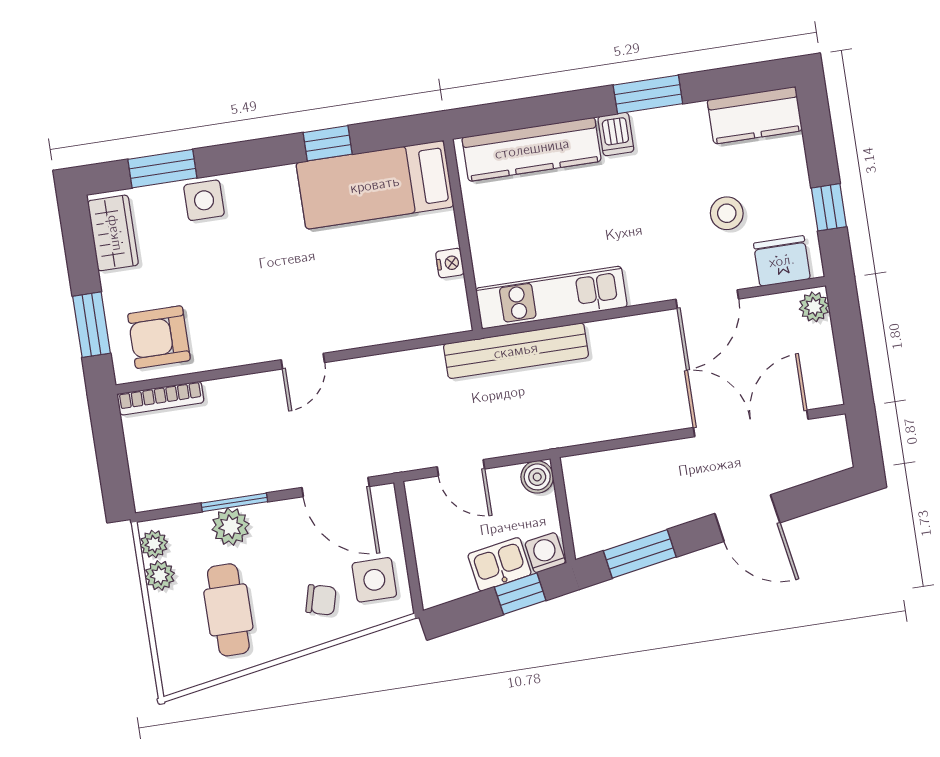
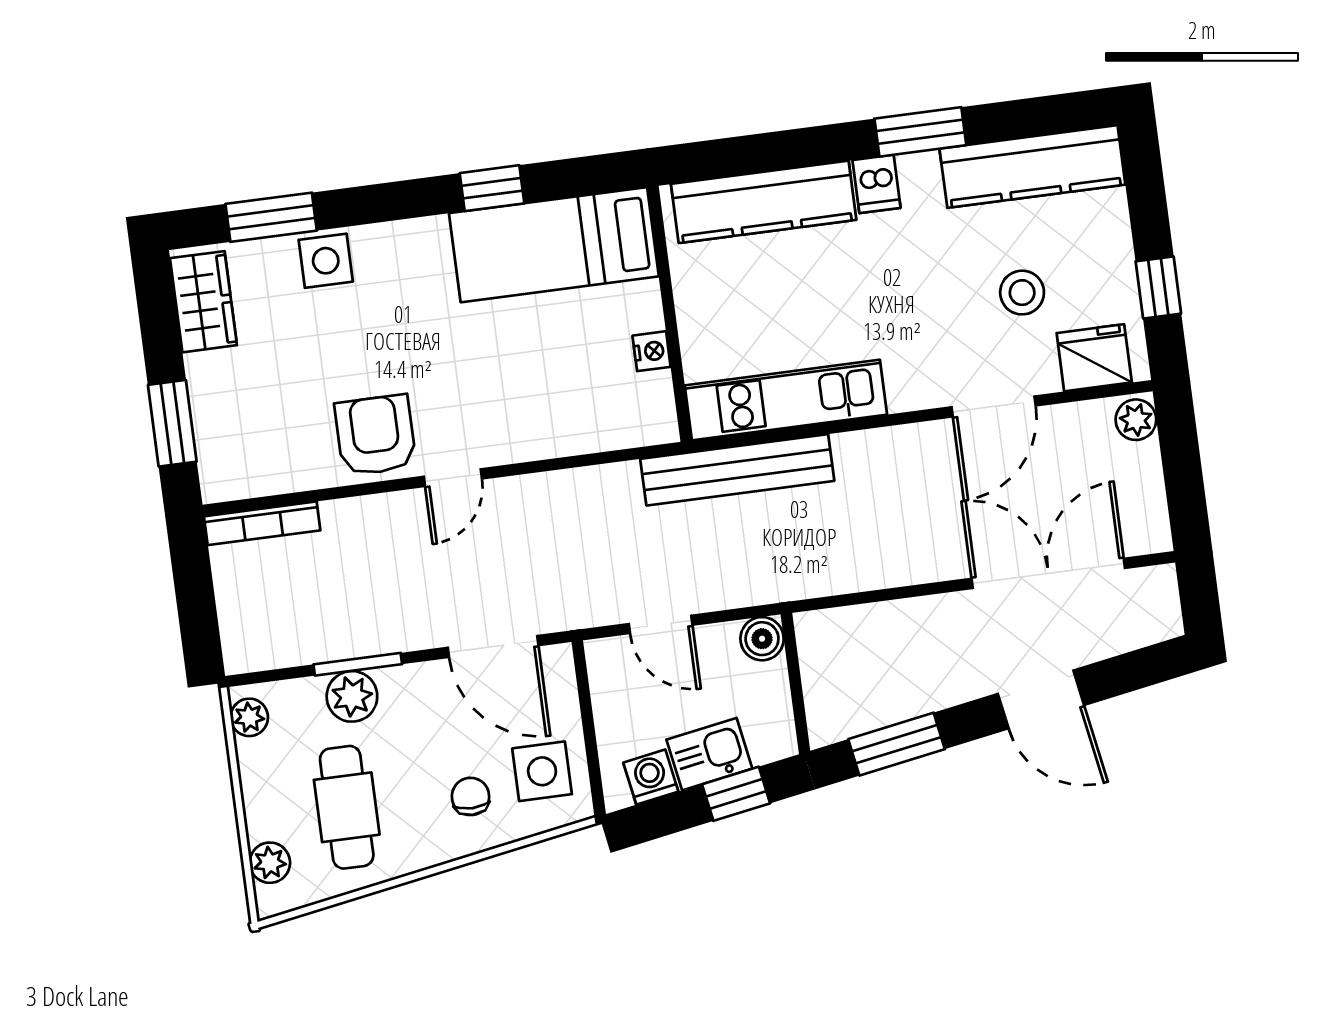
kitchen counter: (755, 115) -> (1032, 167), width x1.50
armchair: (159, 337) -> (375, 435), moved, turned 90
washing machine: (545, 553) -> (651, 777), moved
plant: (160, 575) -> (270, 863), moved
chair: (321, 600) -> (470, 796), turned -105

